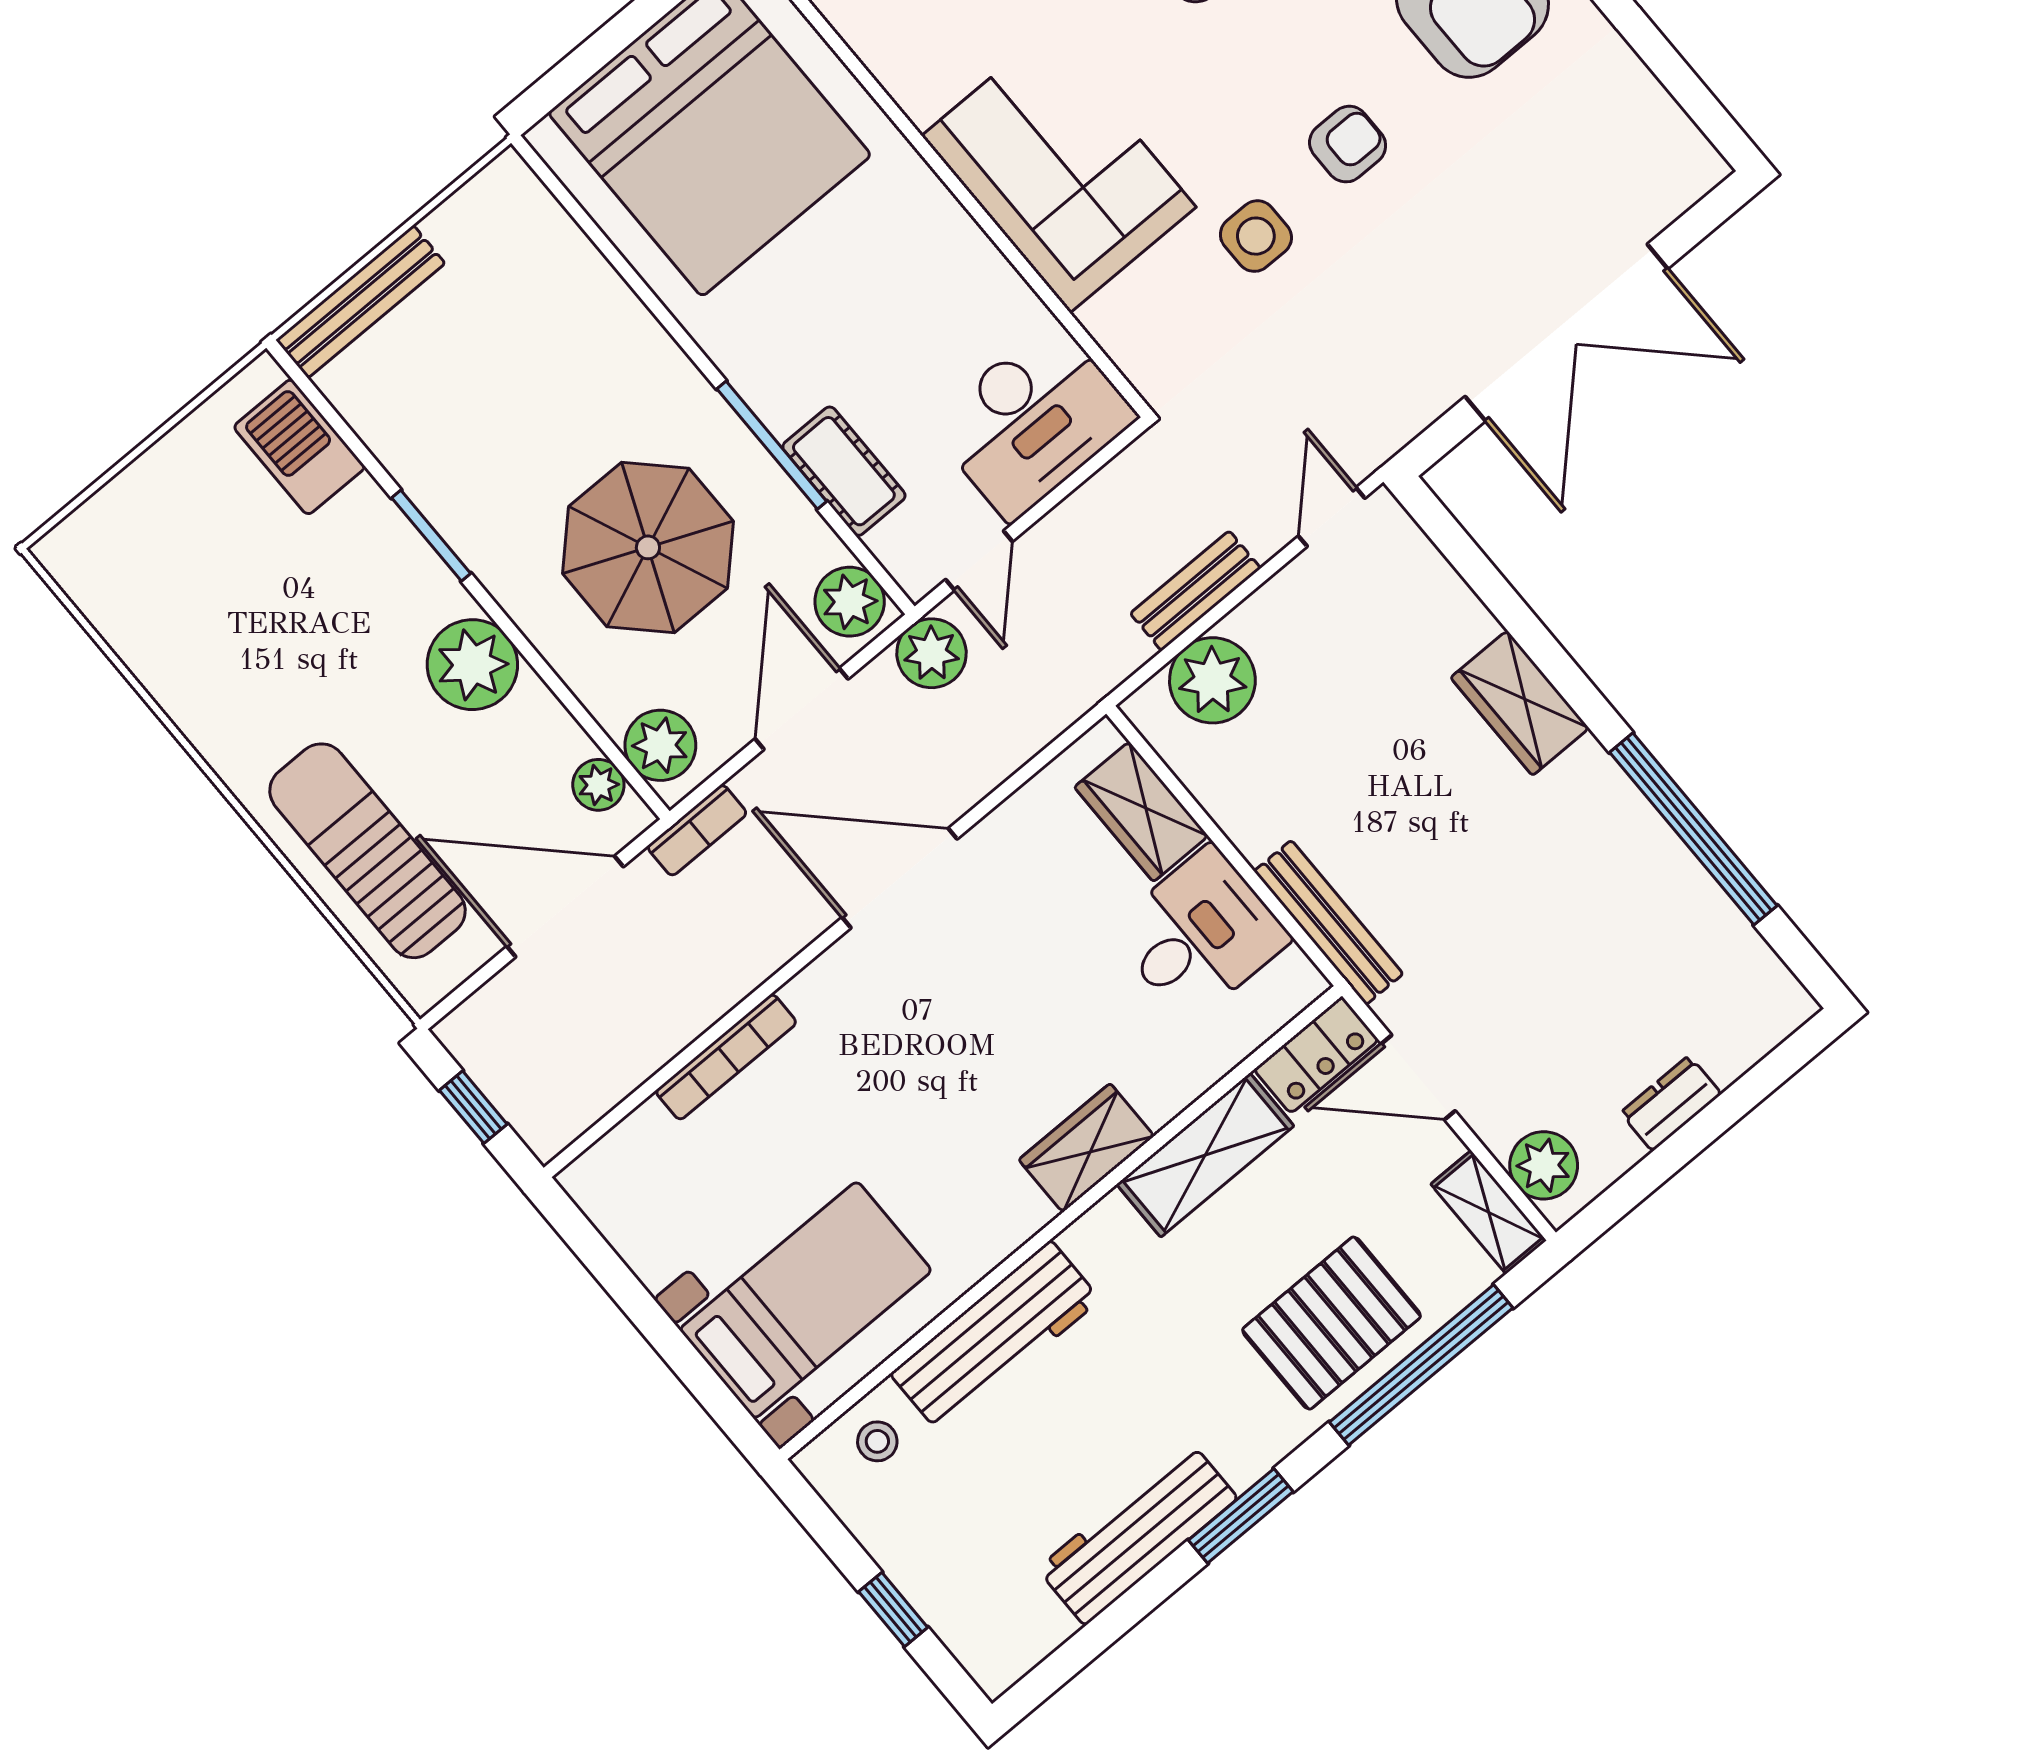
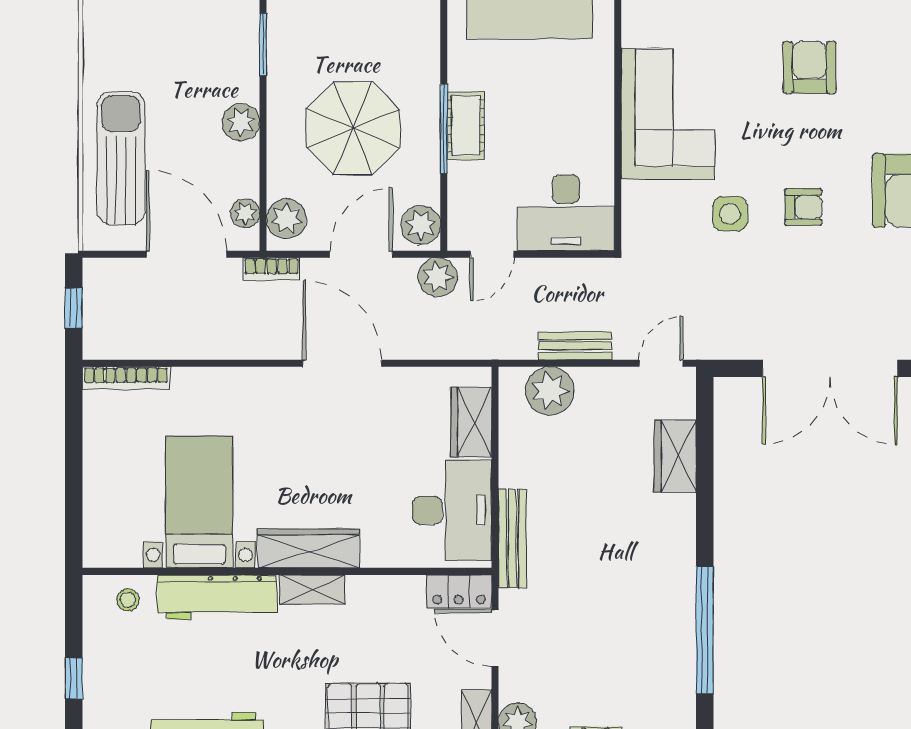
cot: (844, 471) -> (466, 126), moved
plant: (472, 665) -> (241, 122), width x0.73, depth x0.73
wardrobe: (1520, 703) -> (675, 456), moved
desk: (1200, 934) -> (452, 510), width x1.37
bookcase: (726, 1057) -> (126, 378), moved
wardrobe: (1087, 1148) -> (308, 548), width x1.50
shelving: (1205, 1155) -> (312, 590), moved, width x0.67, depth x0.75
bed with nightstands: (806, 1300) -> (199, 502), moved, turned -90

